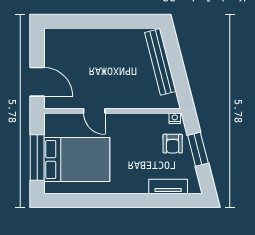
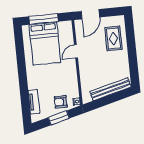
rug: (80, 49) -> (113, 38), added

